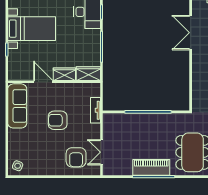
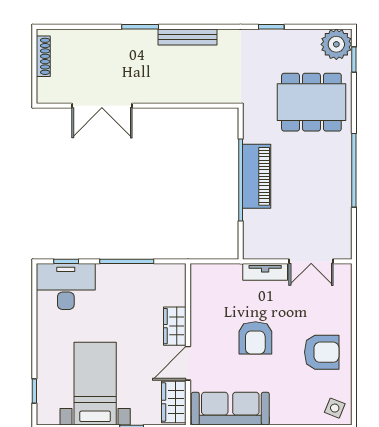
wardrobe: (88, 74) -> (174, 402), moved
tv unit: (95, 110) -> (265, 272), moved
armchair: (76, 157) -> (322, 352), moved
piano: (151, 167) -> (257, 176), moved, turned 180

